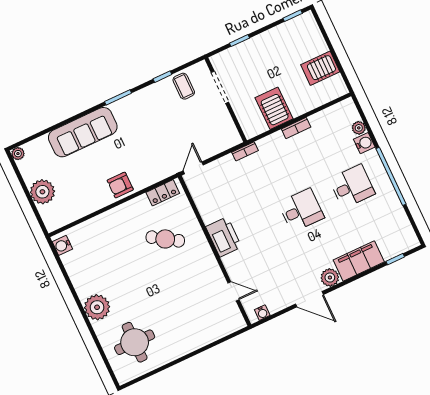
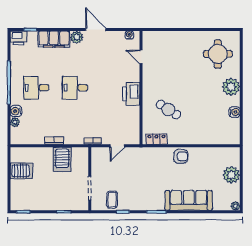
door: (193, 168) -> (117, 146), moved
printer: (406, 241) -> (19, 38), added
water cooler: (62, 245) -> (235, 112), moved

